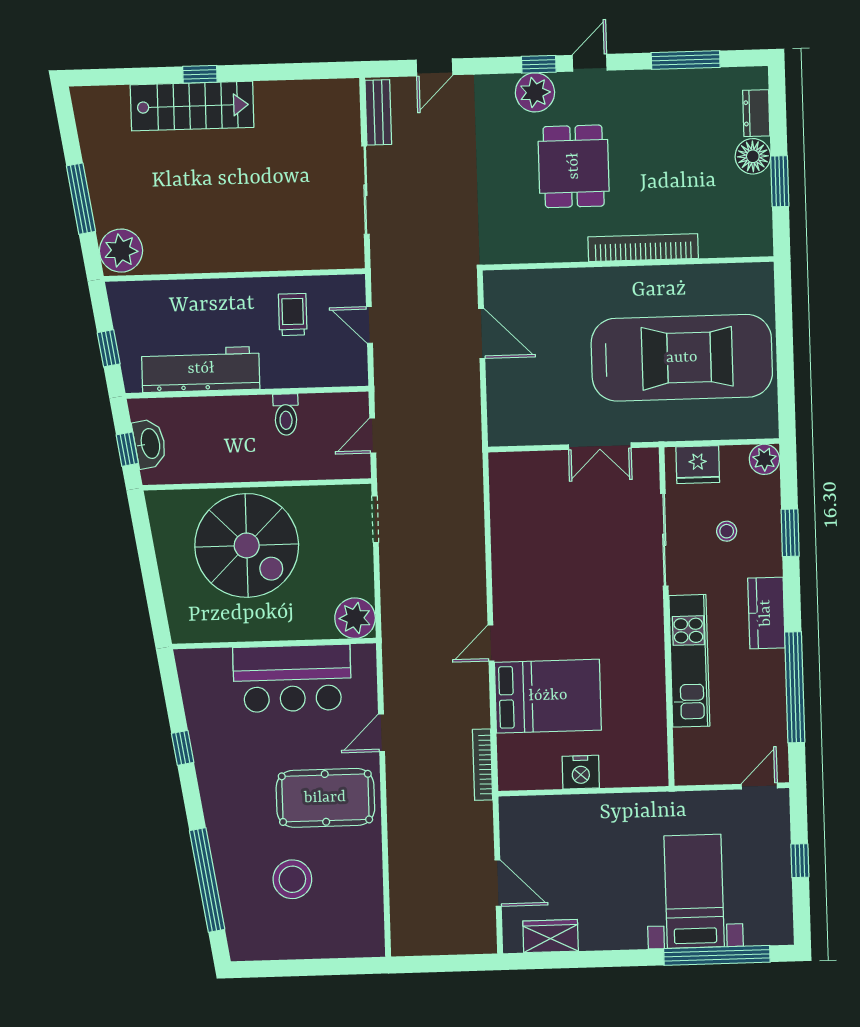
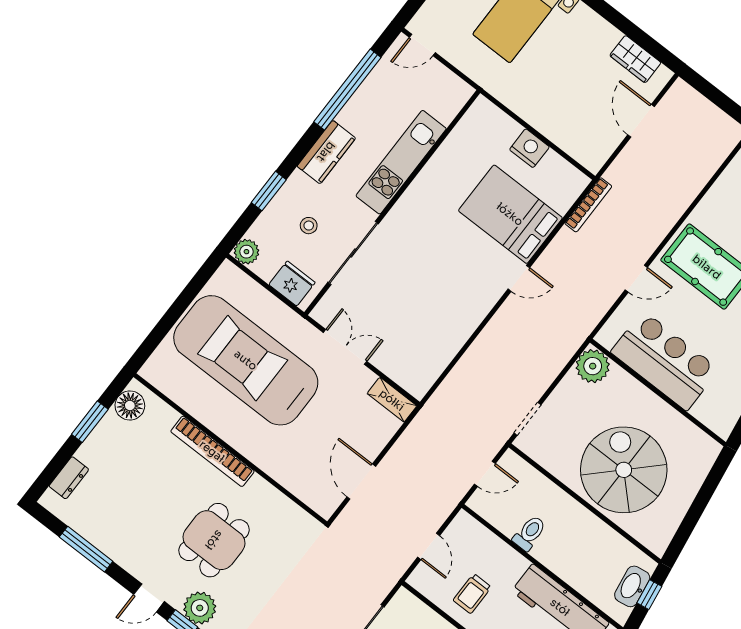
floor lamp: (753, 156) -> (130, 405), moved
shelving: (516, 433) -> (392, 400), added

